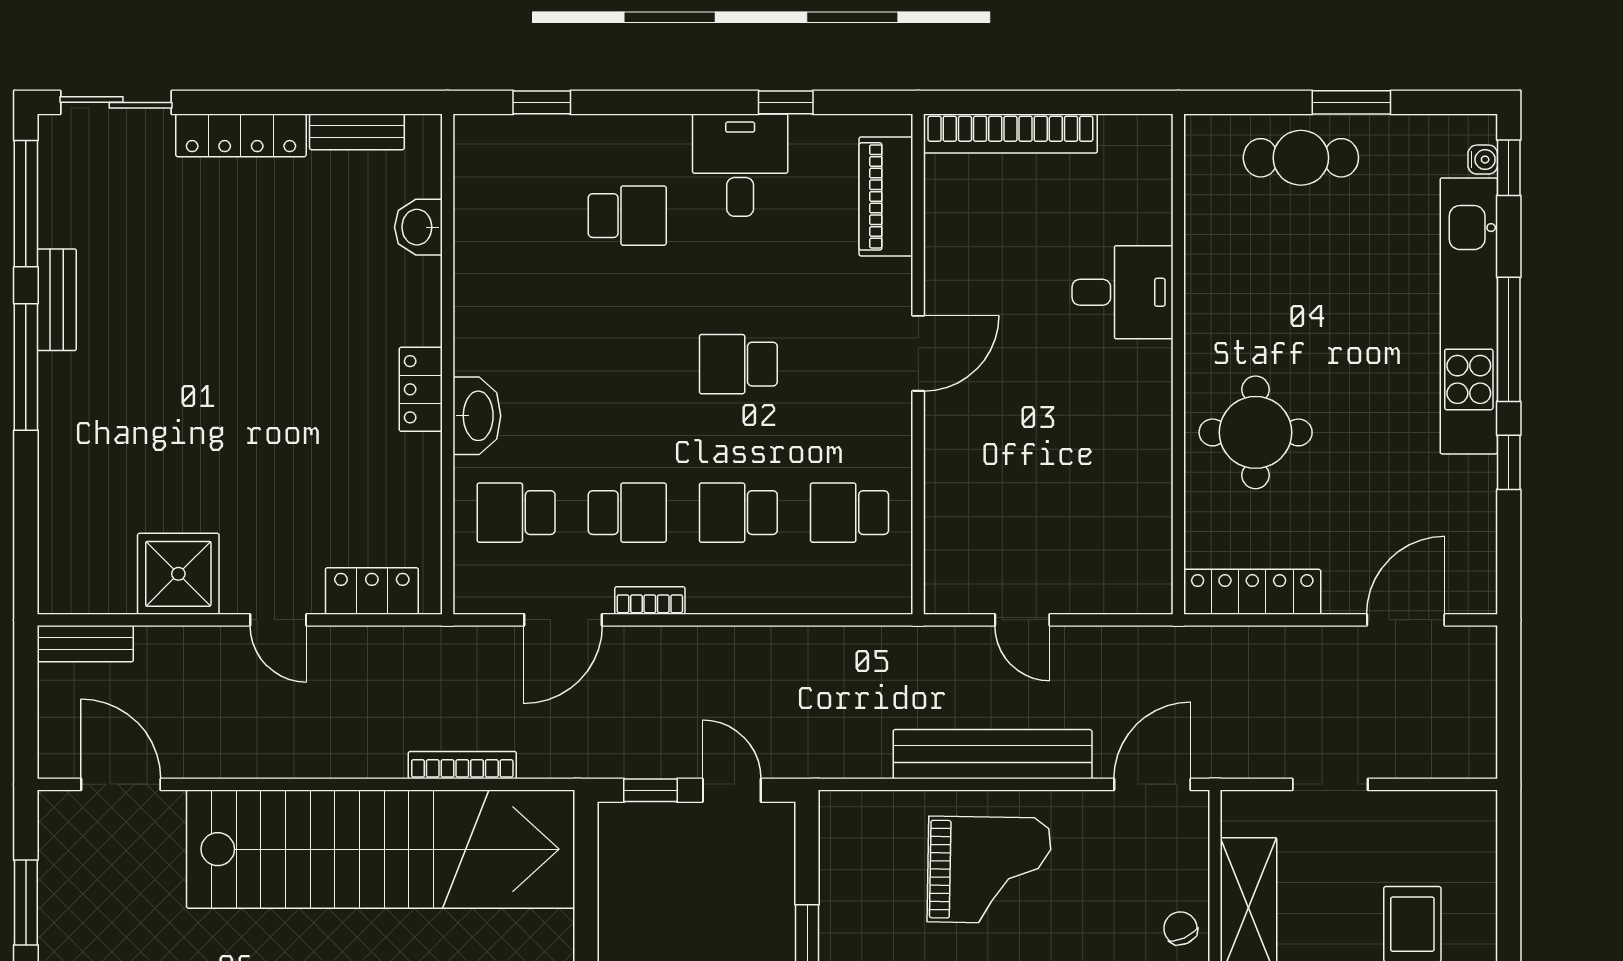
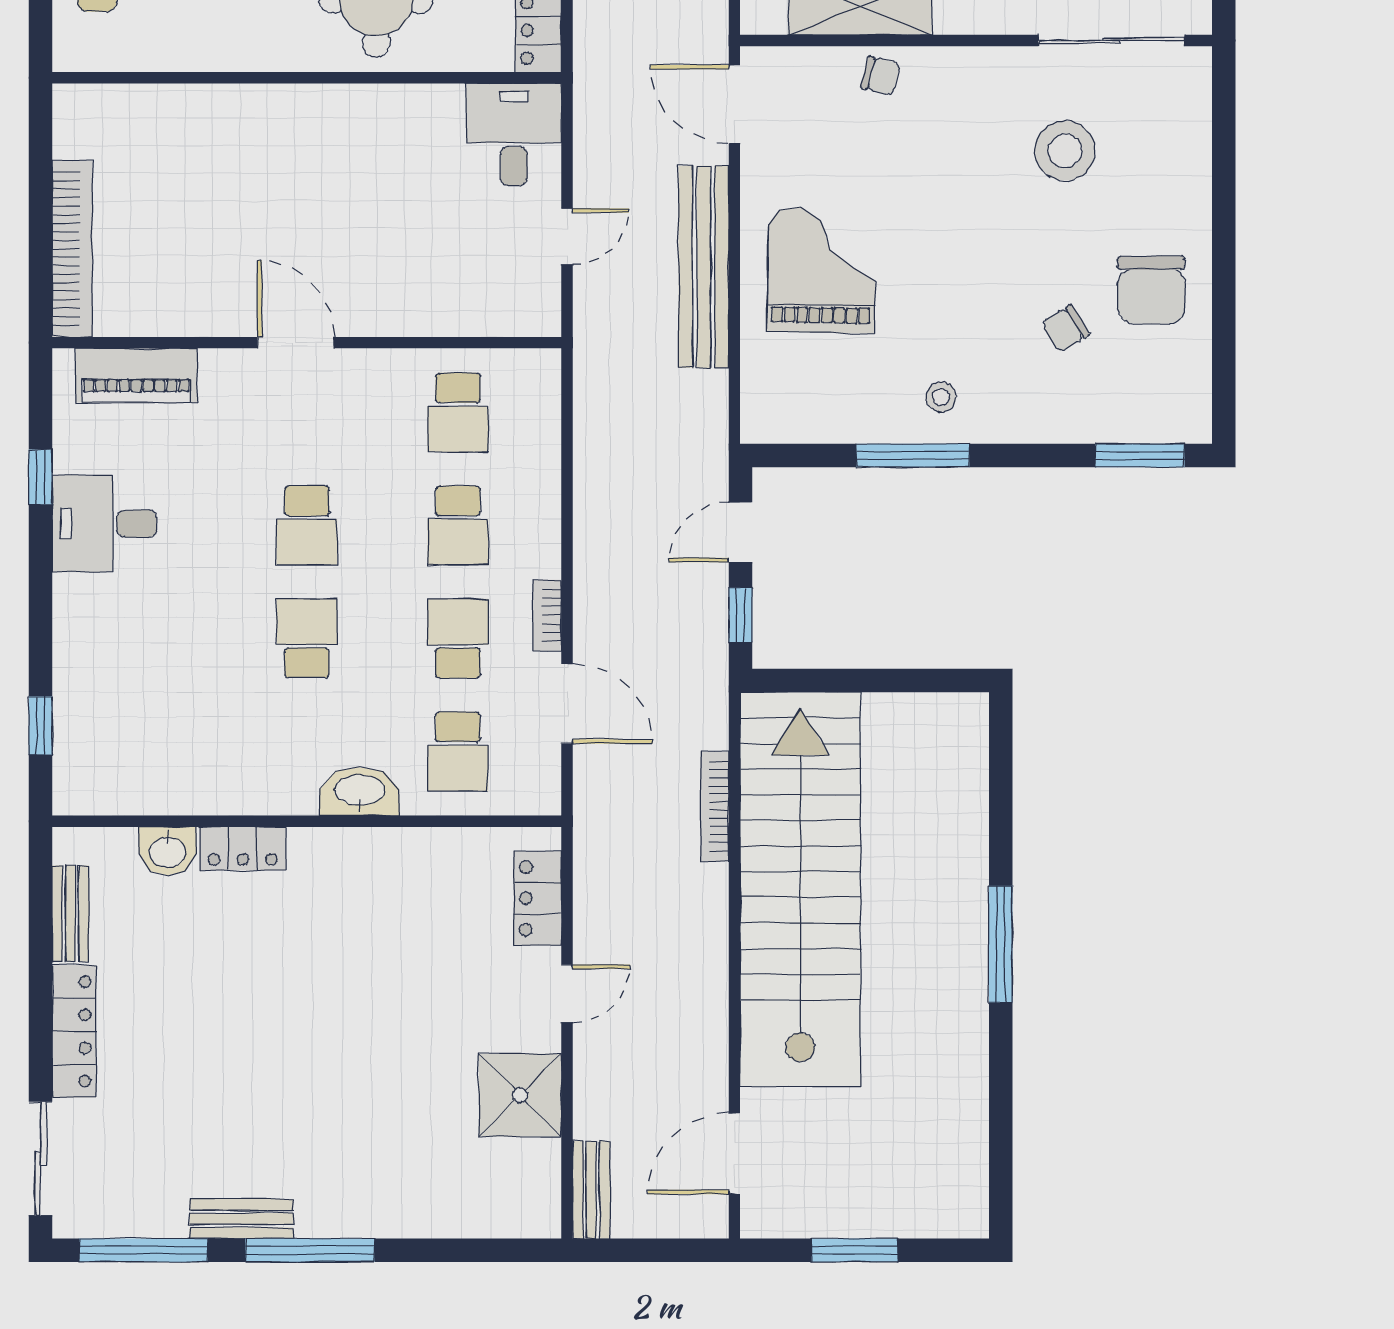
school desk: (627, 216) -> (307, 638), moved
desk: (1123, 292) -> (514, 135), moved
locker: (421, 389) -> (243, 849), moved
chair: (1180, 928) -> (881, 76), turned -142

